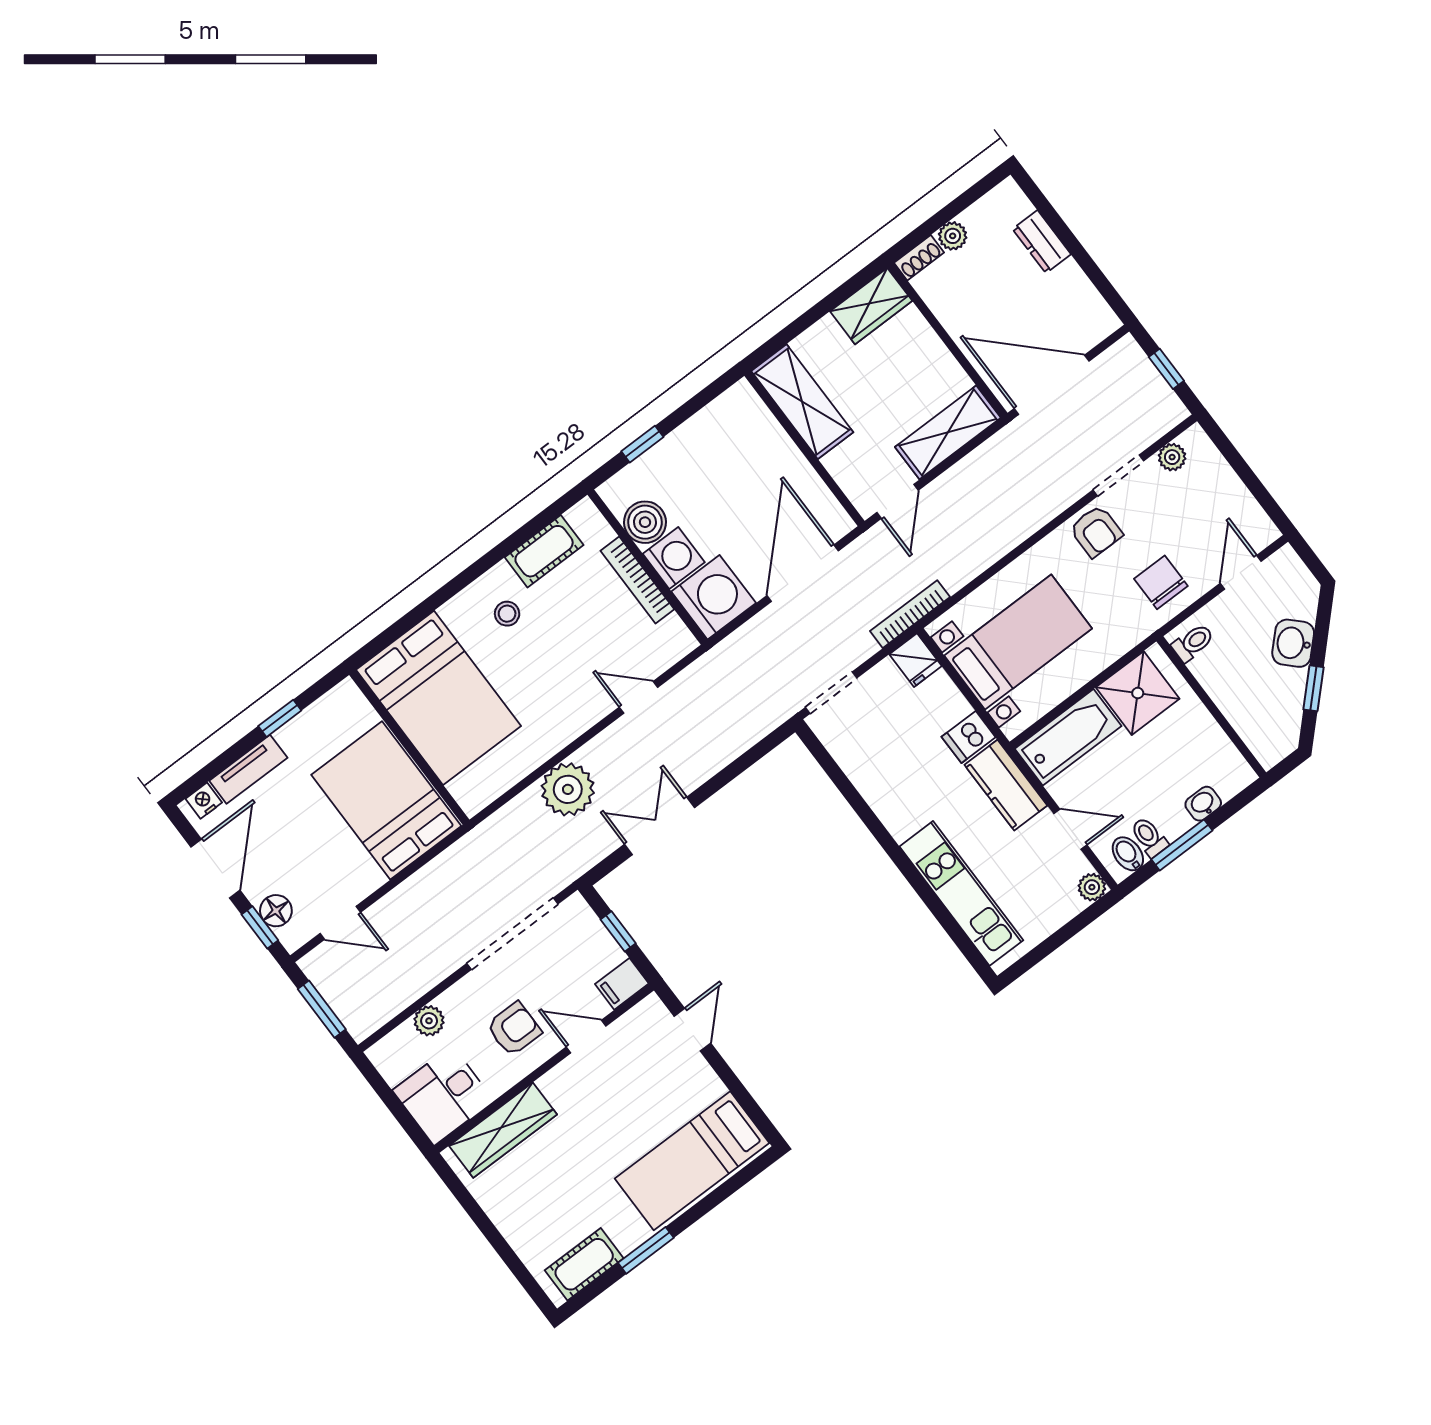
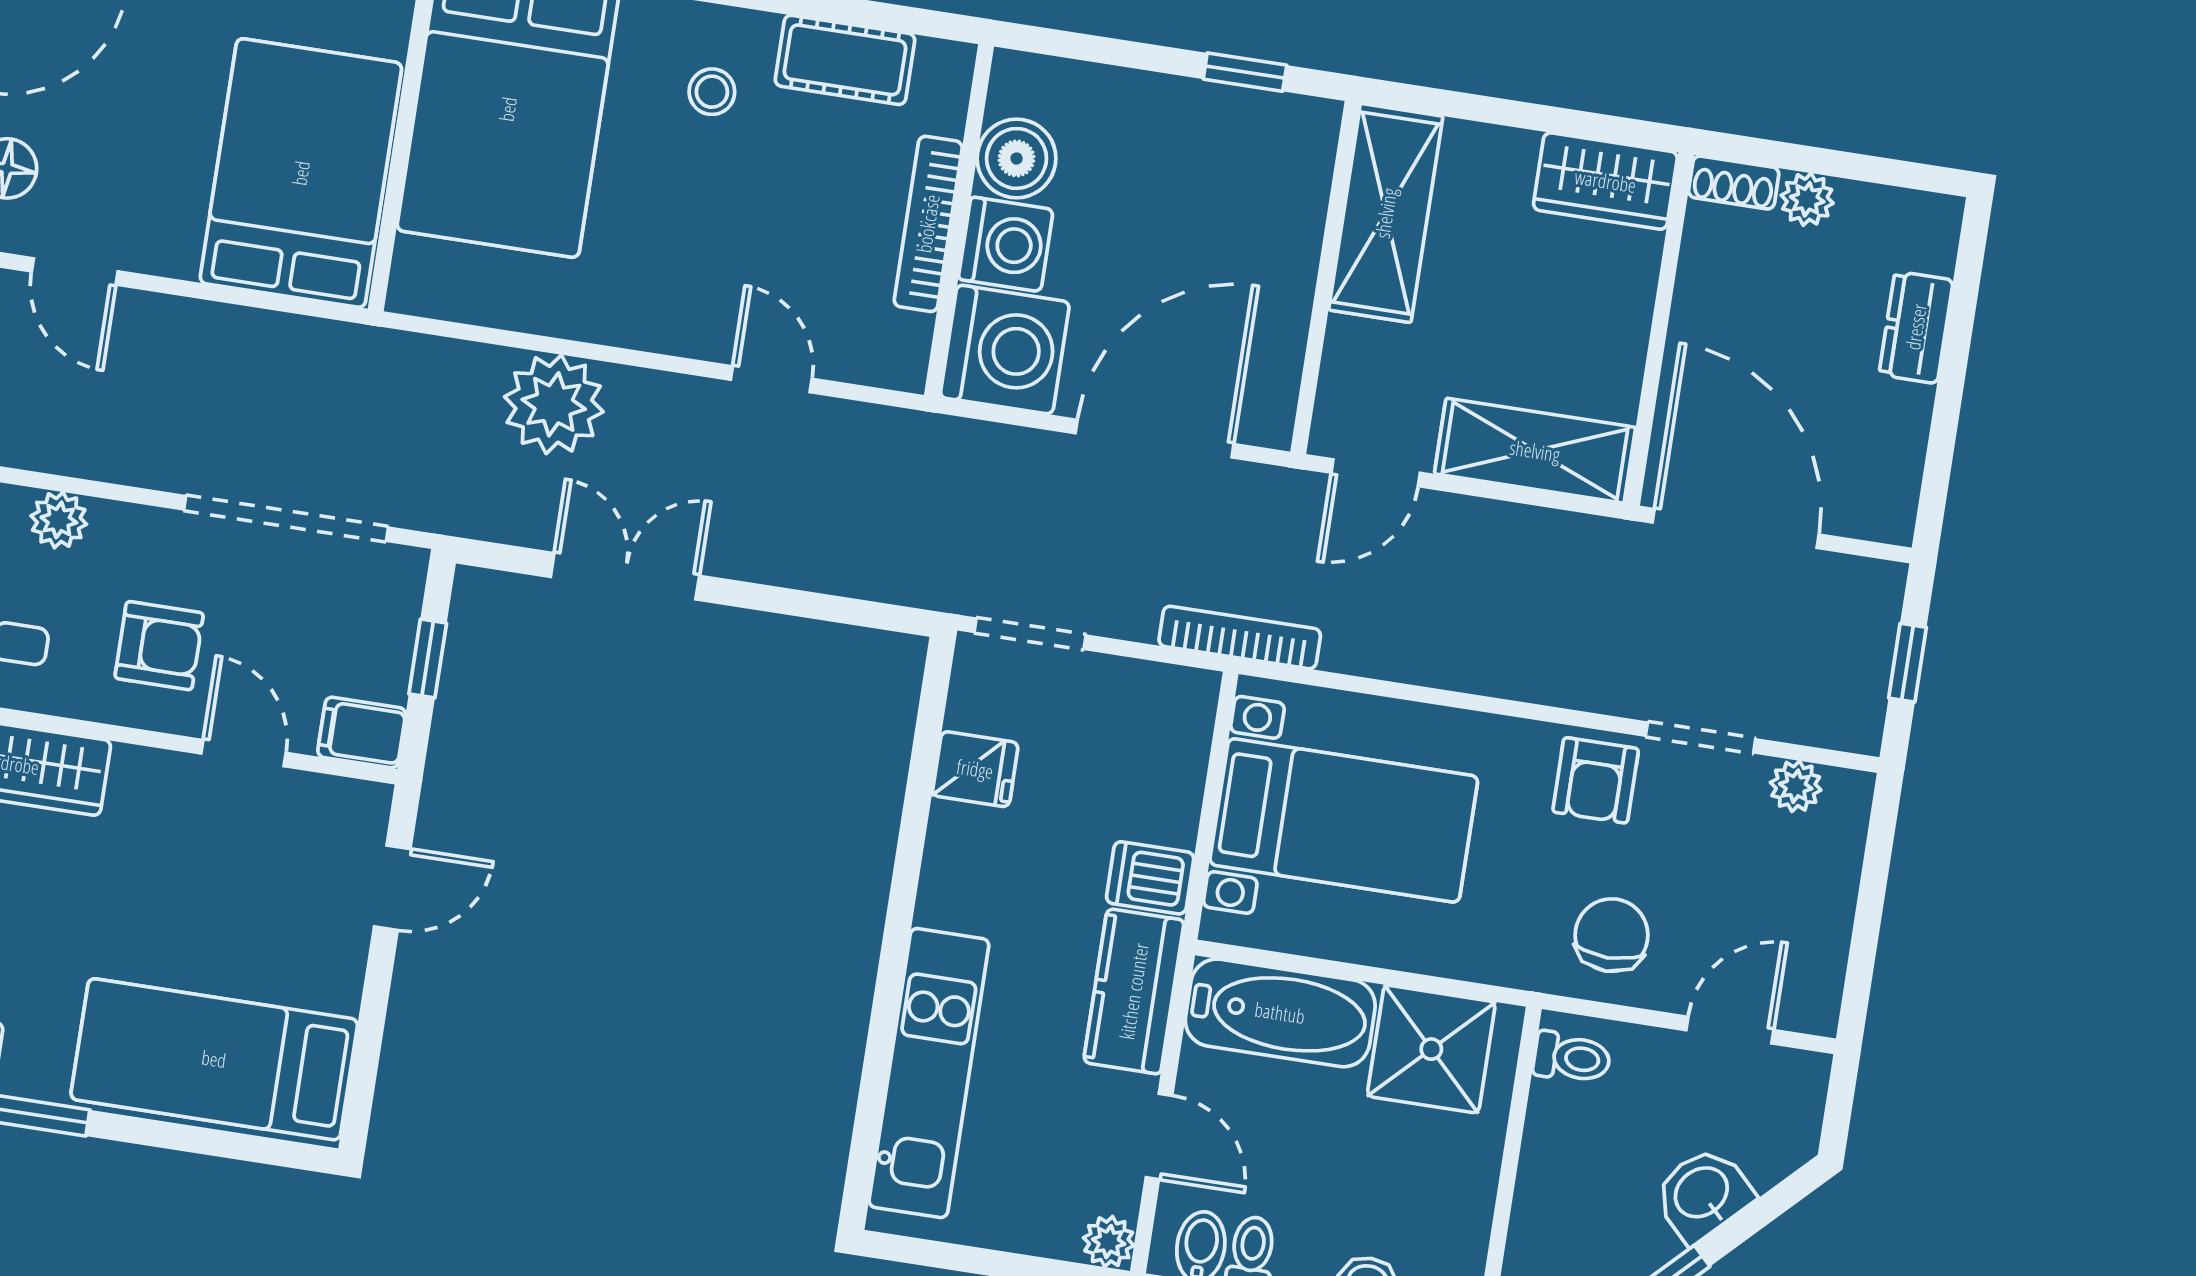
window: (642, 444) -> (1245, 72), moved
fridge: (915, 660) -> (975, 769), moved, turned -90

